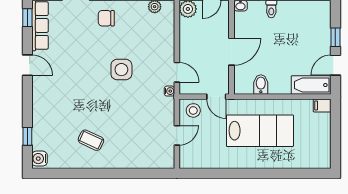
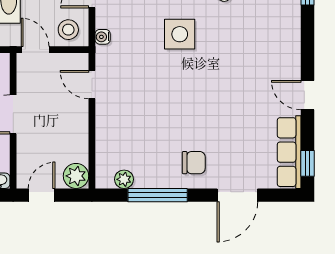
side table: (121, 70) -> (180, 34), moved
water cooler: (169, 91) -> (103, 37), moved

